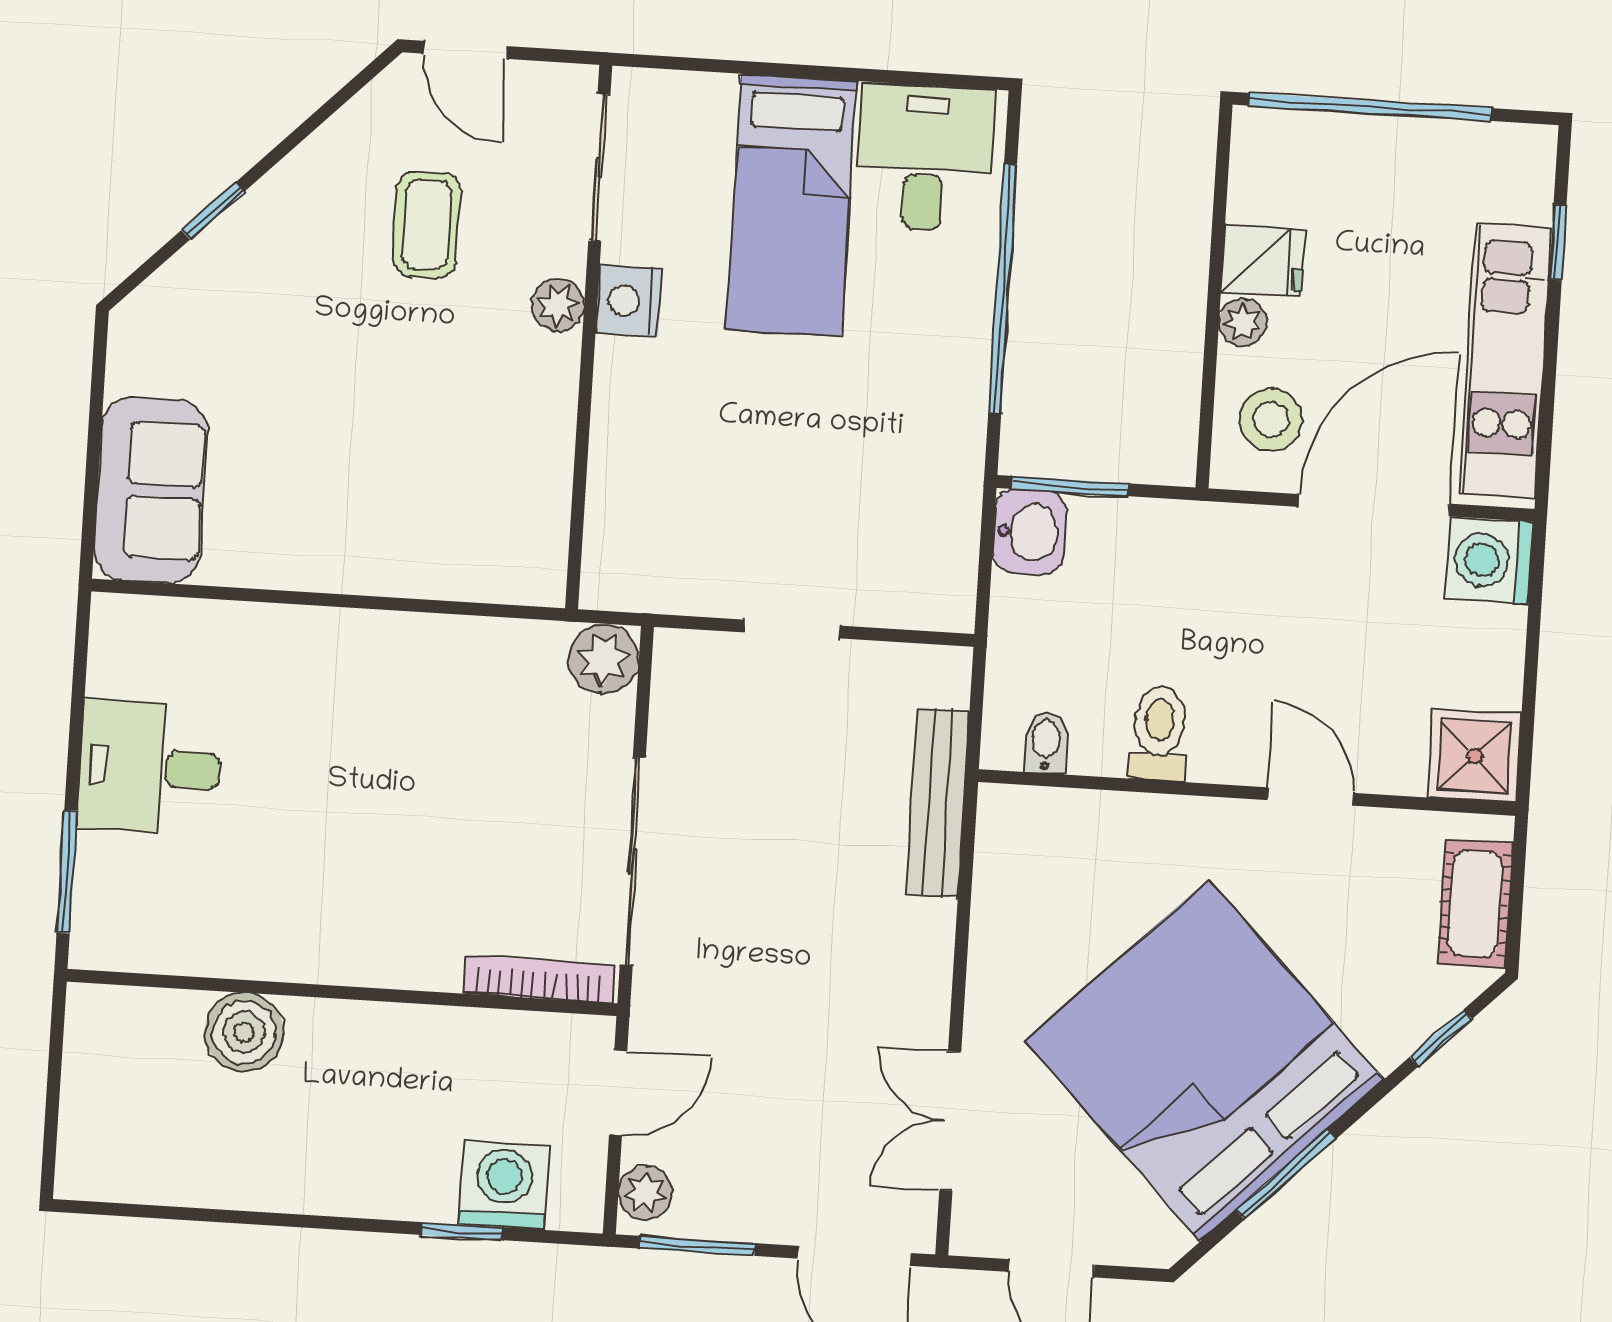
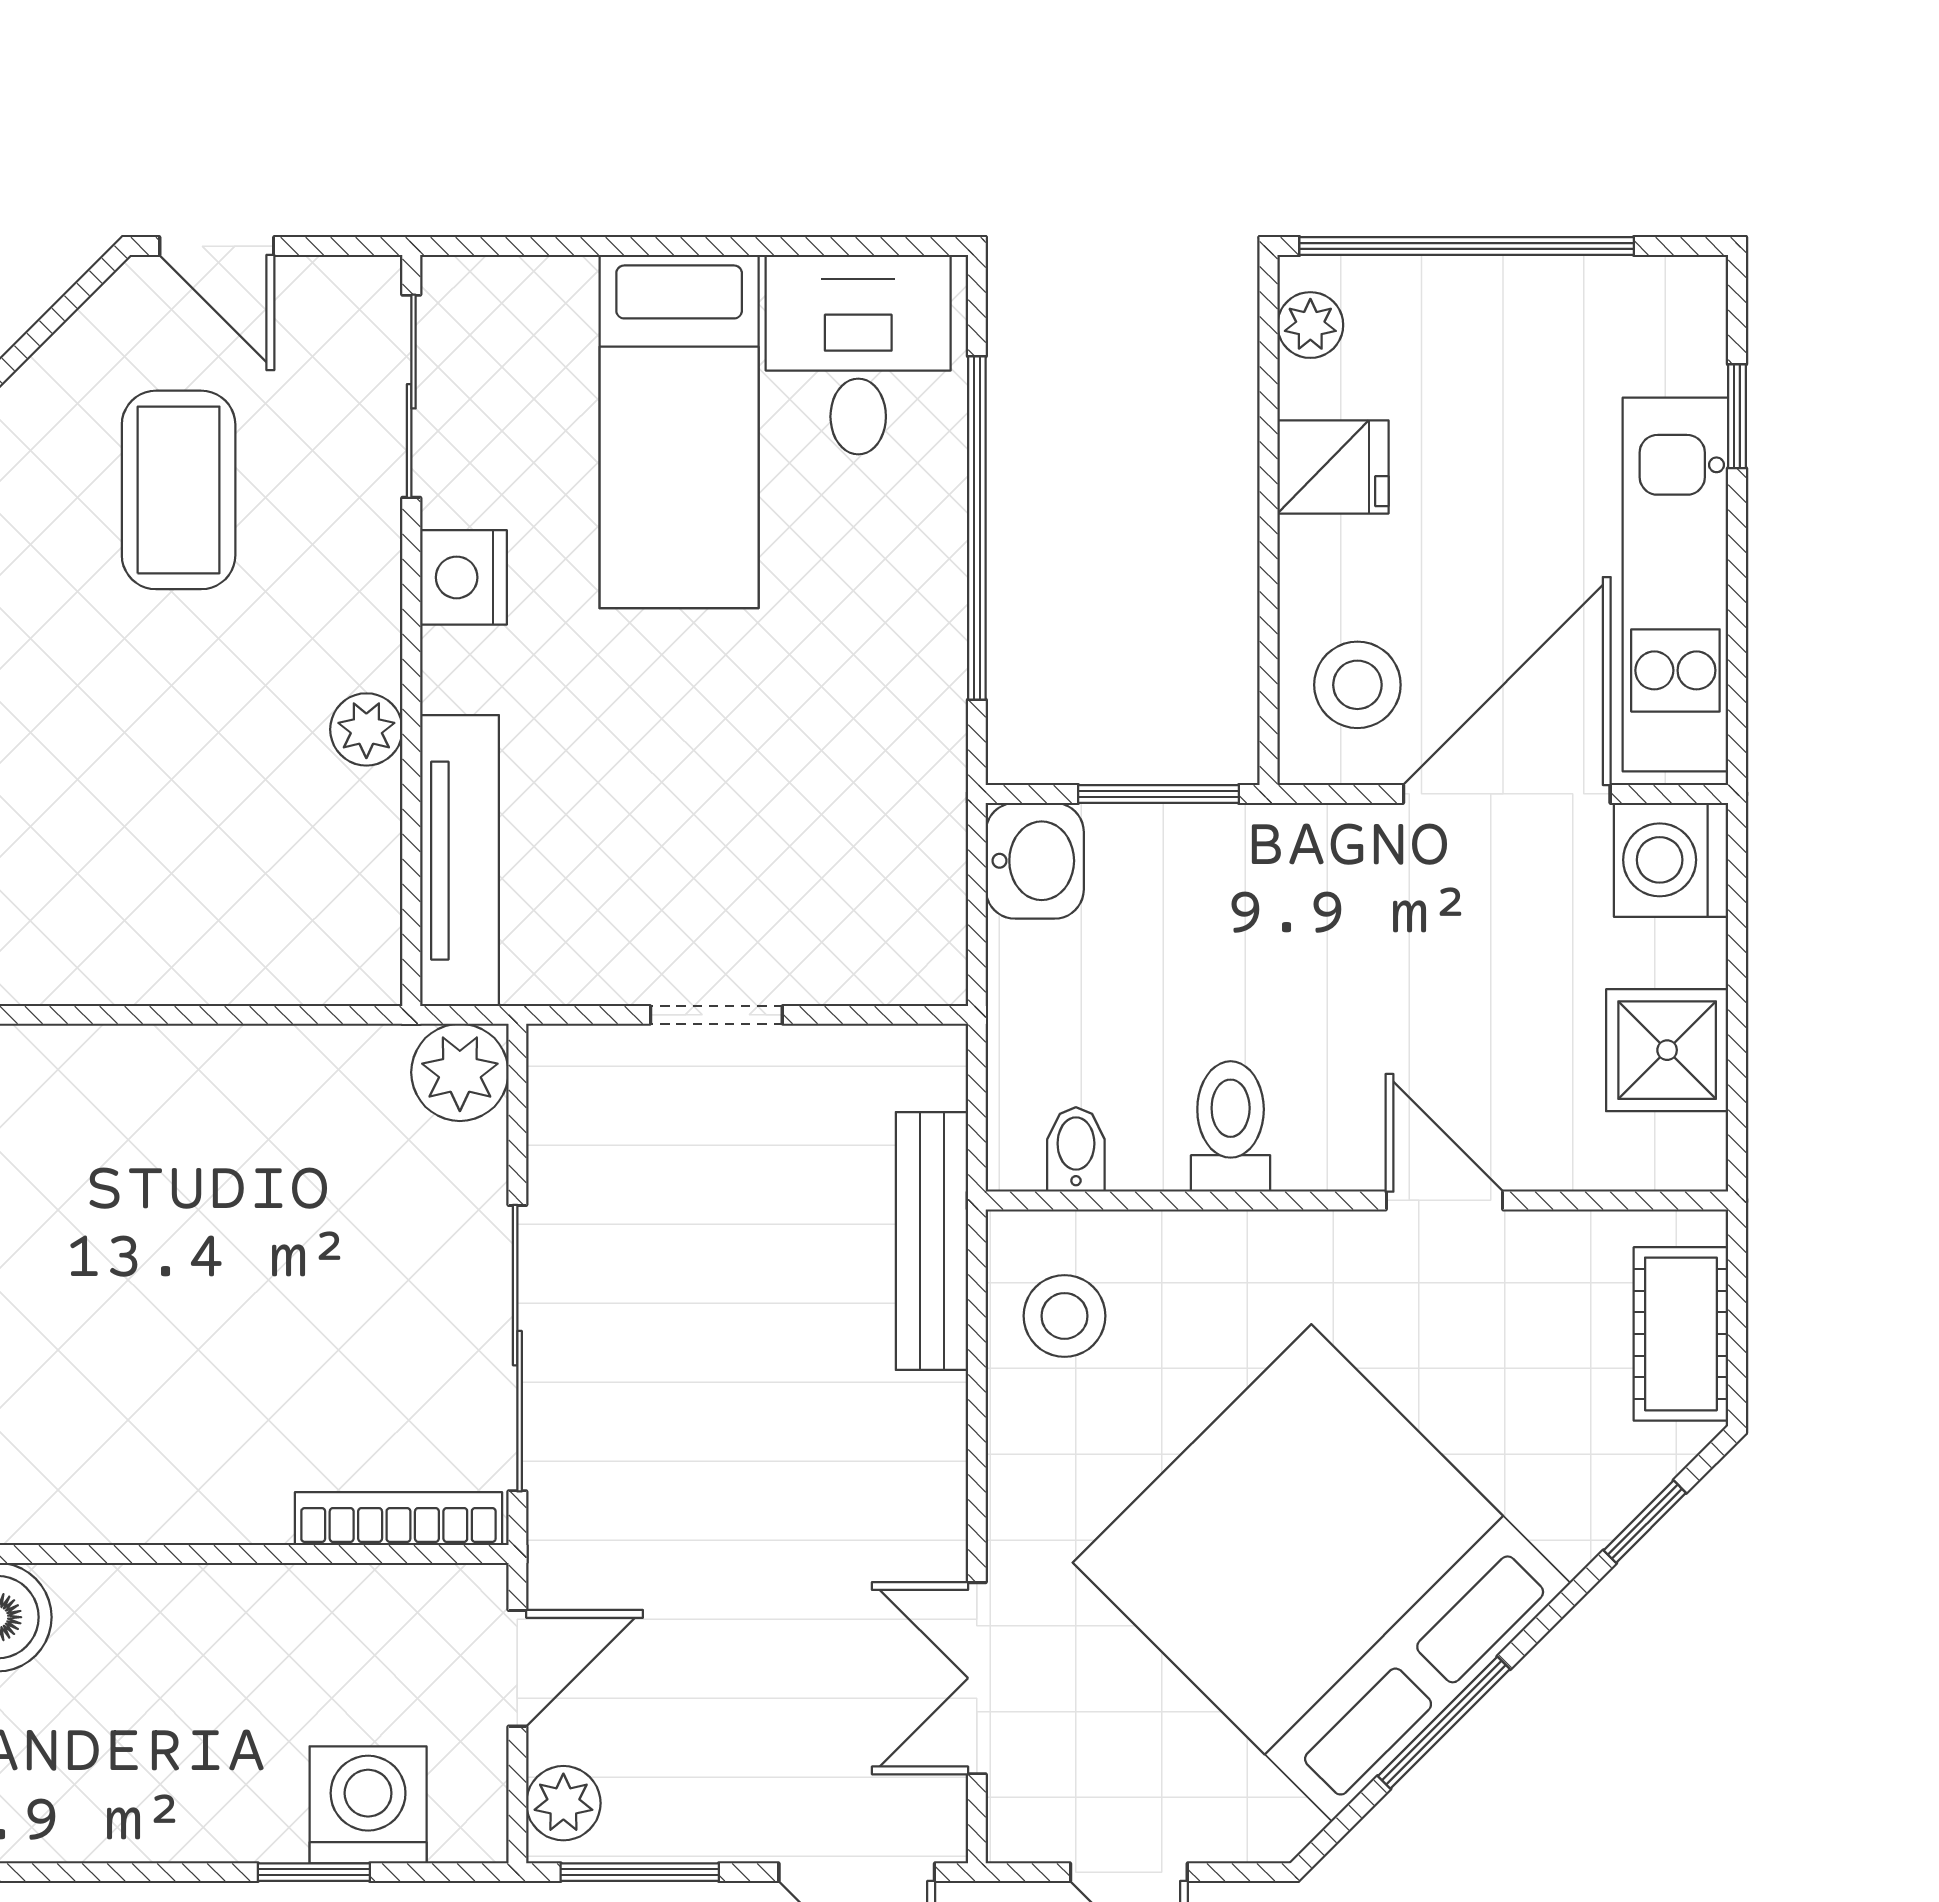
coffee table: (427, 225) -> (179, 490), width x1.36, depth x1.30
plant: (558, 305) -> (366, 729), moved
plant: (1243, 322) -> (1310, 325), moved
window: (1070, 486) -> (1158, 794), moved
tv unit: (613, 506) -> (460, 861), added
shower: (1475, 756) -> (1667, 1050), moved
stool: (1030, 863) -> (1065, 1316), added

